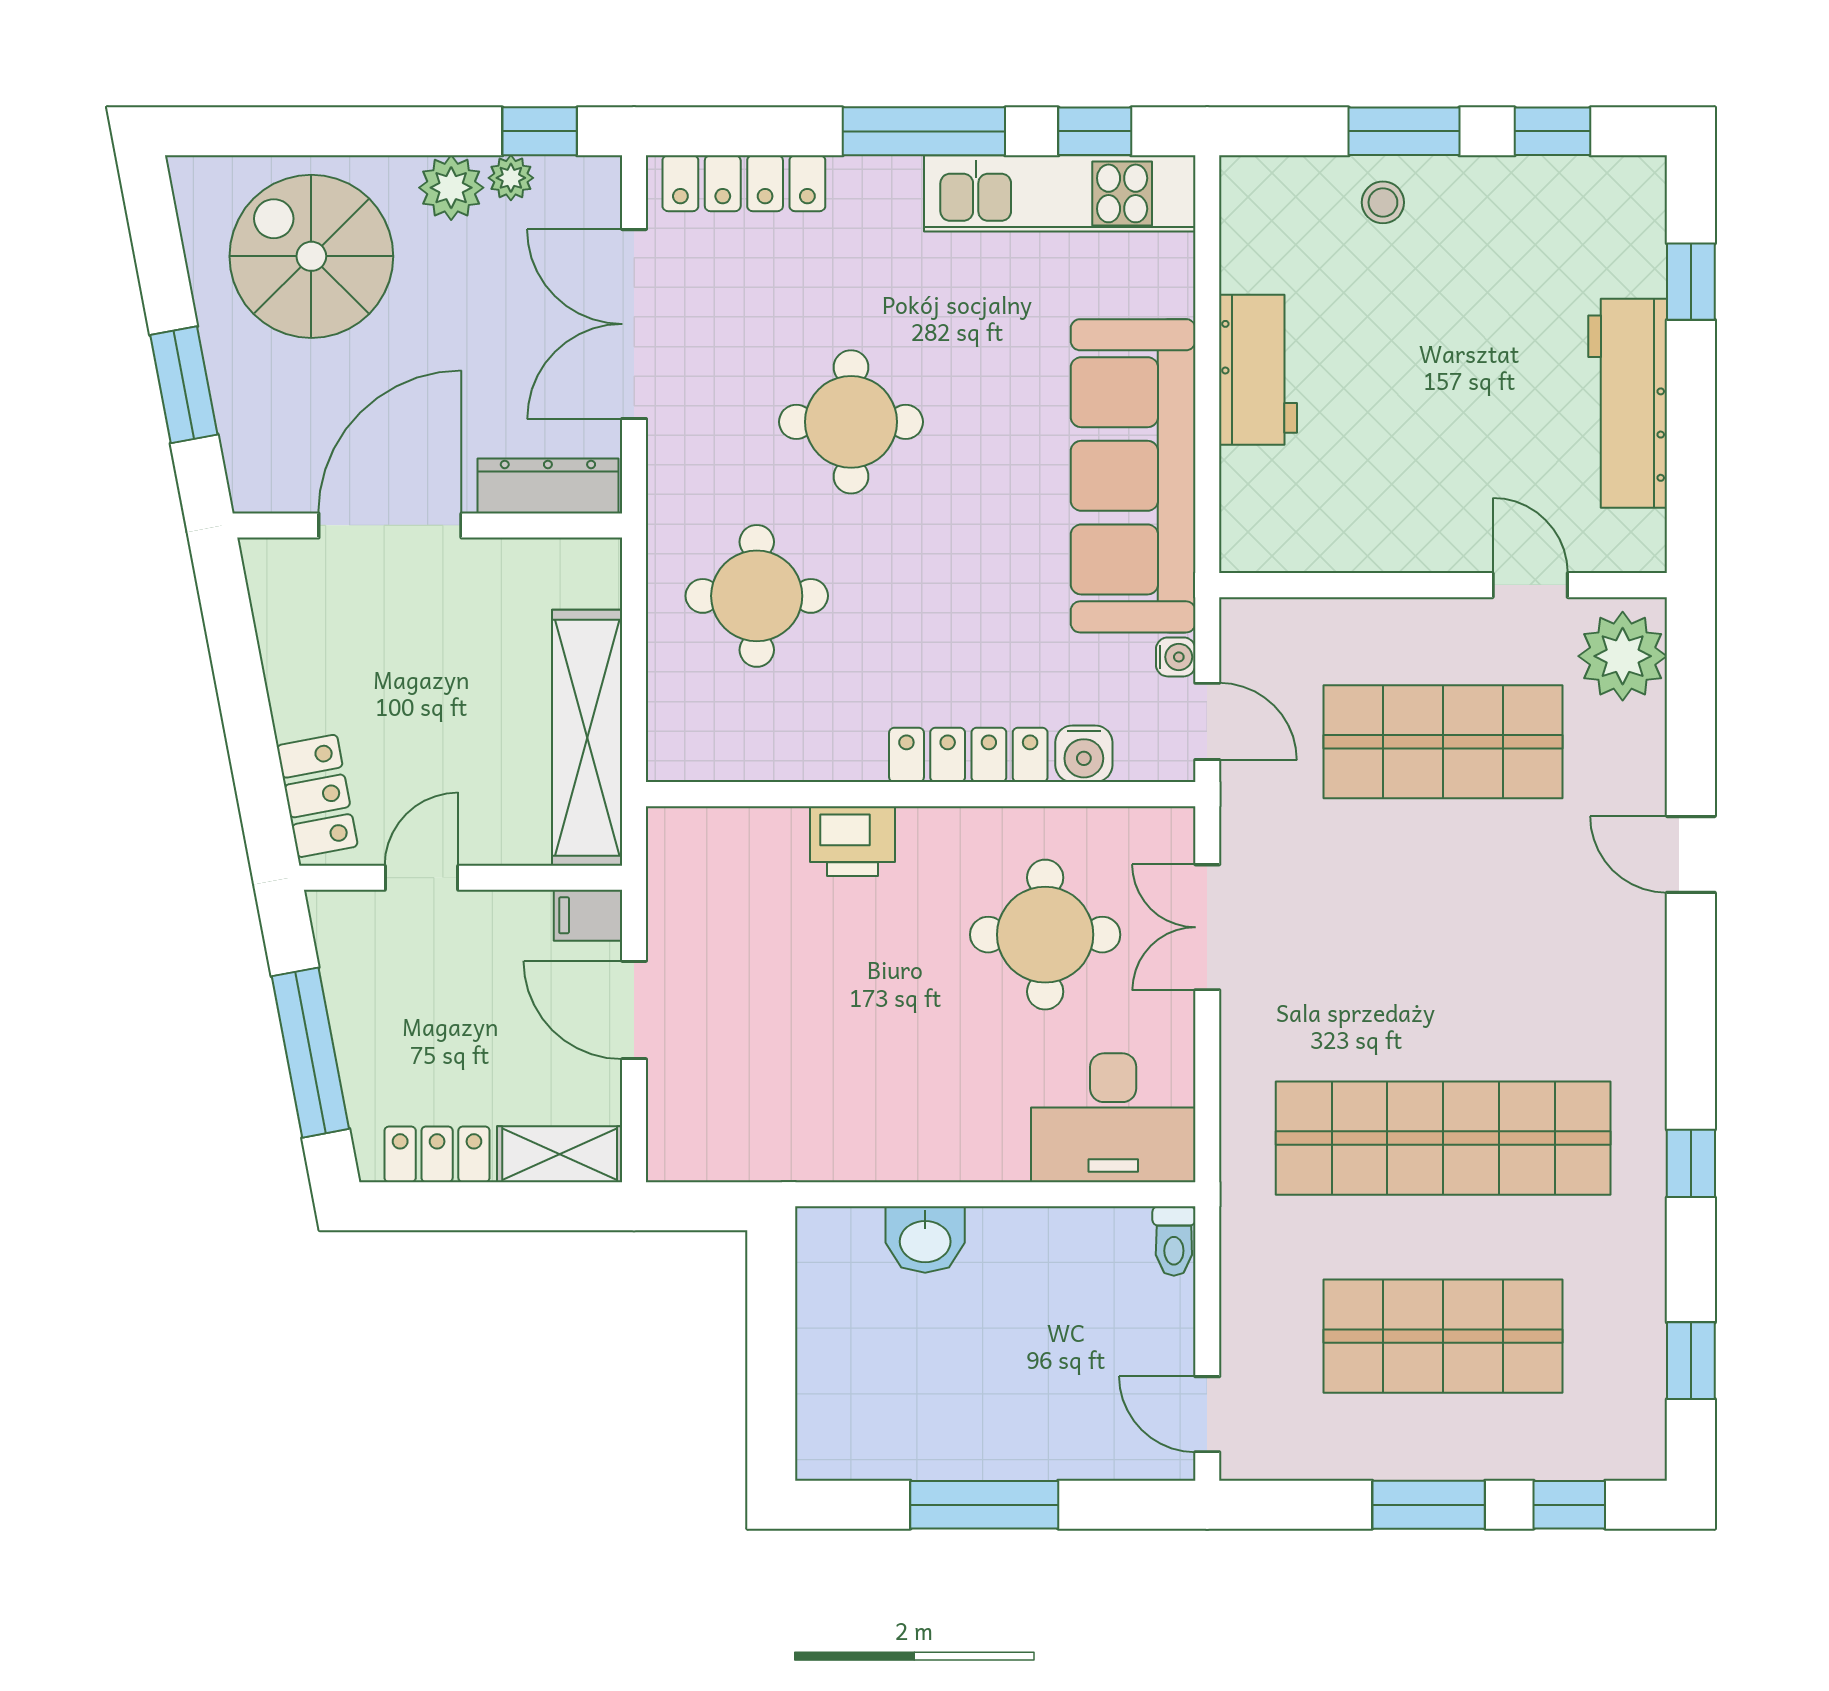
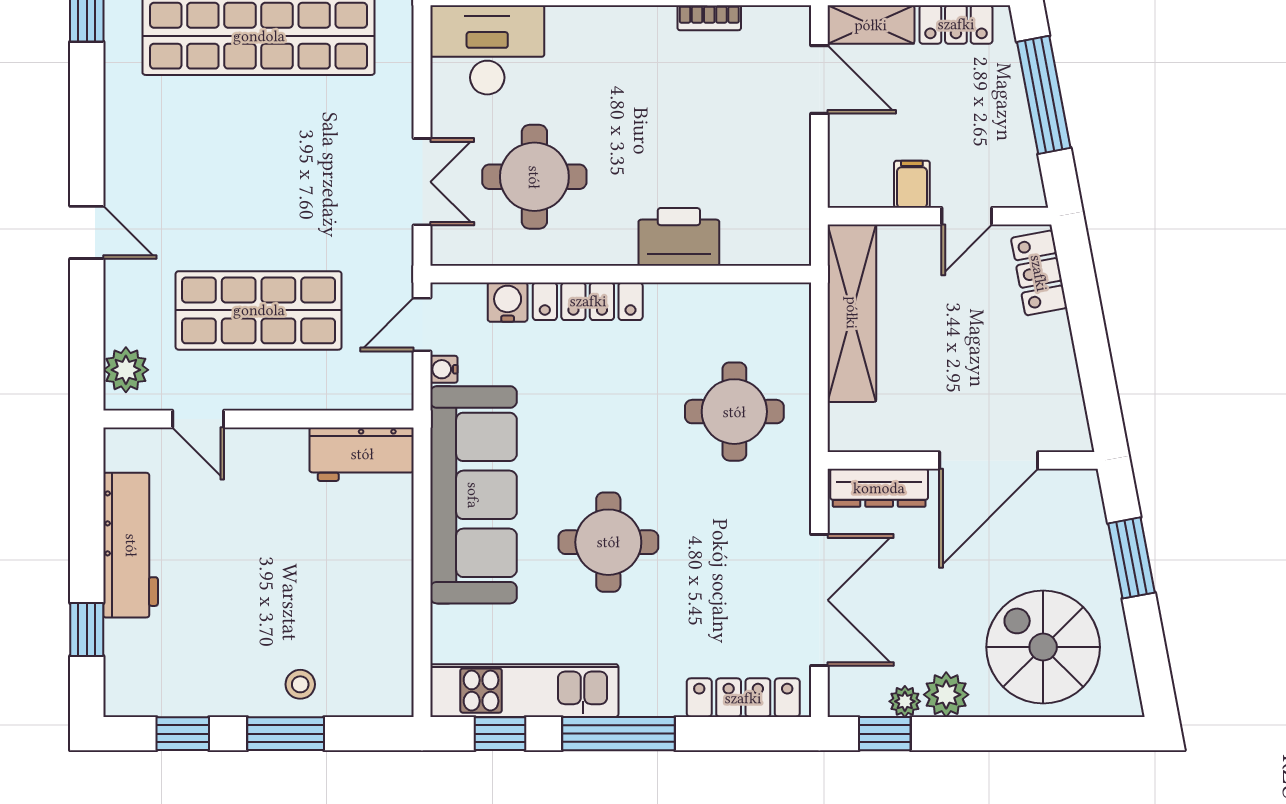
spiral stairs: (311, 256) -> (1043, 647), turned 180
workbench: (1258, 370) -> (362, 454), moved, turned -90
round table: (851, 422) -> (608, 542), moved
plant: (1623, 656) -> (126, 370), width x0.73, depth x0.73
door: (1207, 721) -> (422, 325), hinge flipped
printer: (853, 841) -> (679, 237), width x1.37, depth x1.19
filing cabinet: (588, 915) -> (912, 184), moved, turned -90
door: (634, 1010) -> (819, 80), moved
bookcase: (793, 1164) -> (709, 18), added

